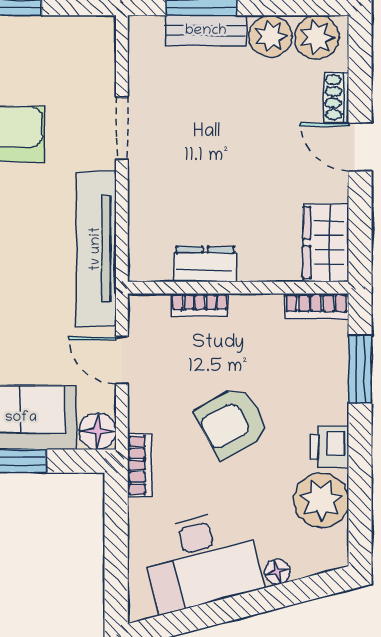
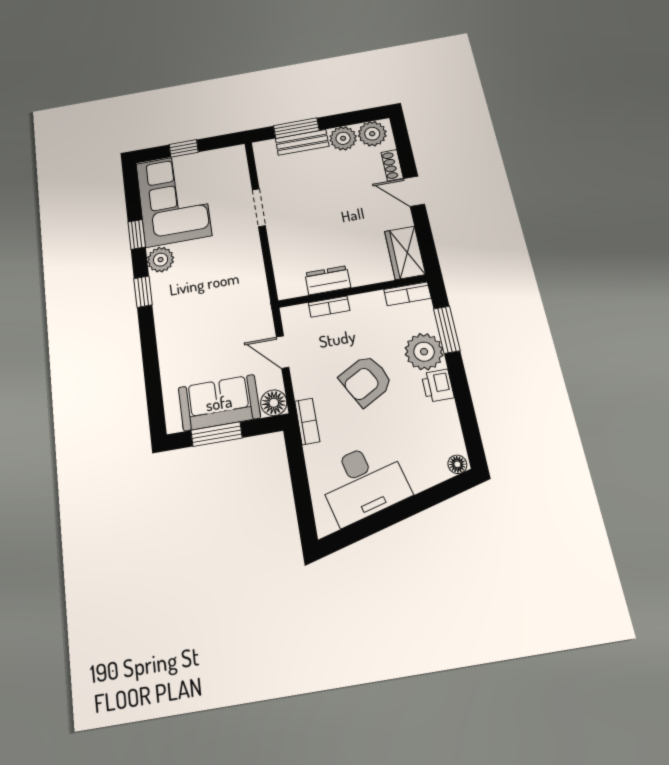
tv unit: (96, 249) -> (254, 283), removed
plant: (321, 500) -> (424, 352), moved
floor lamp: (277, 572) -> (457, 464), moved

